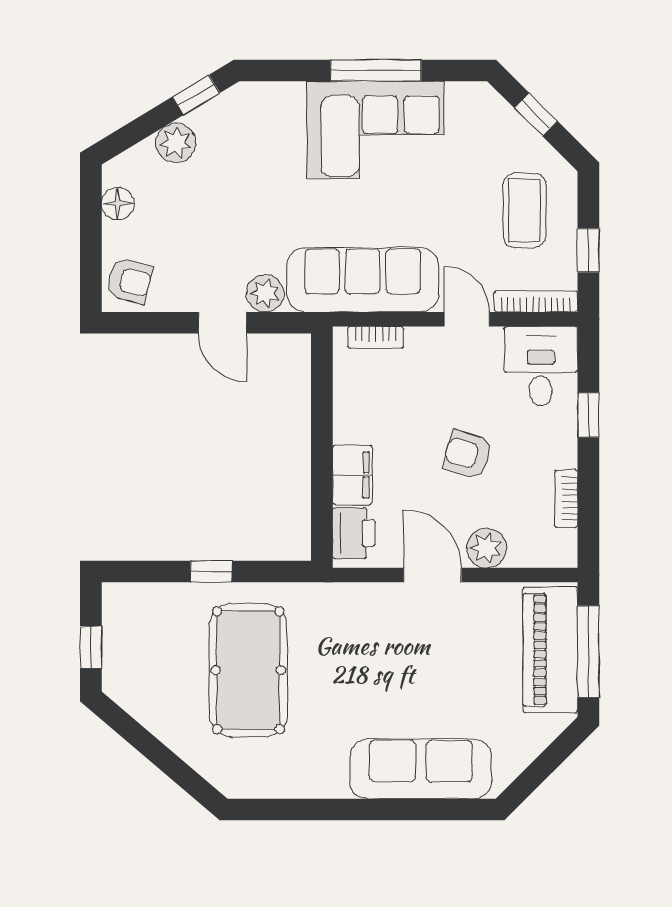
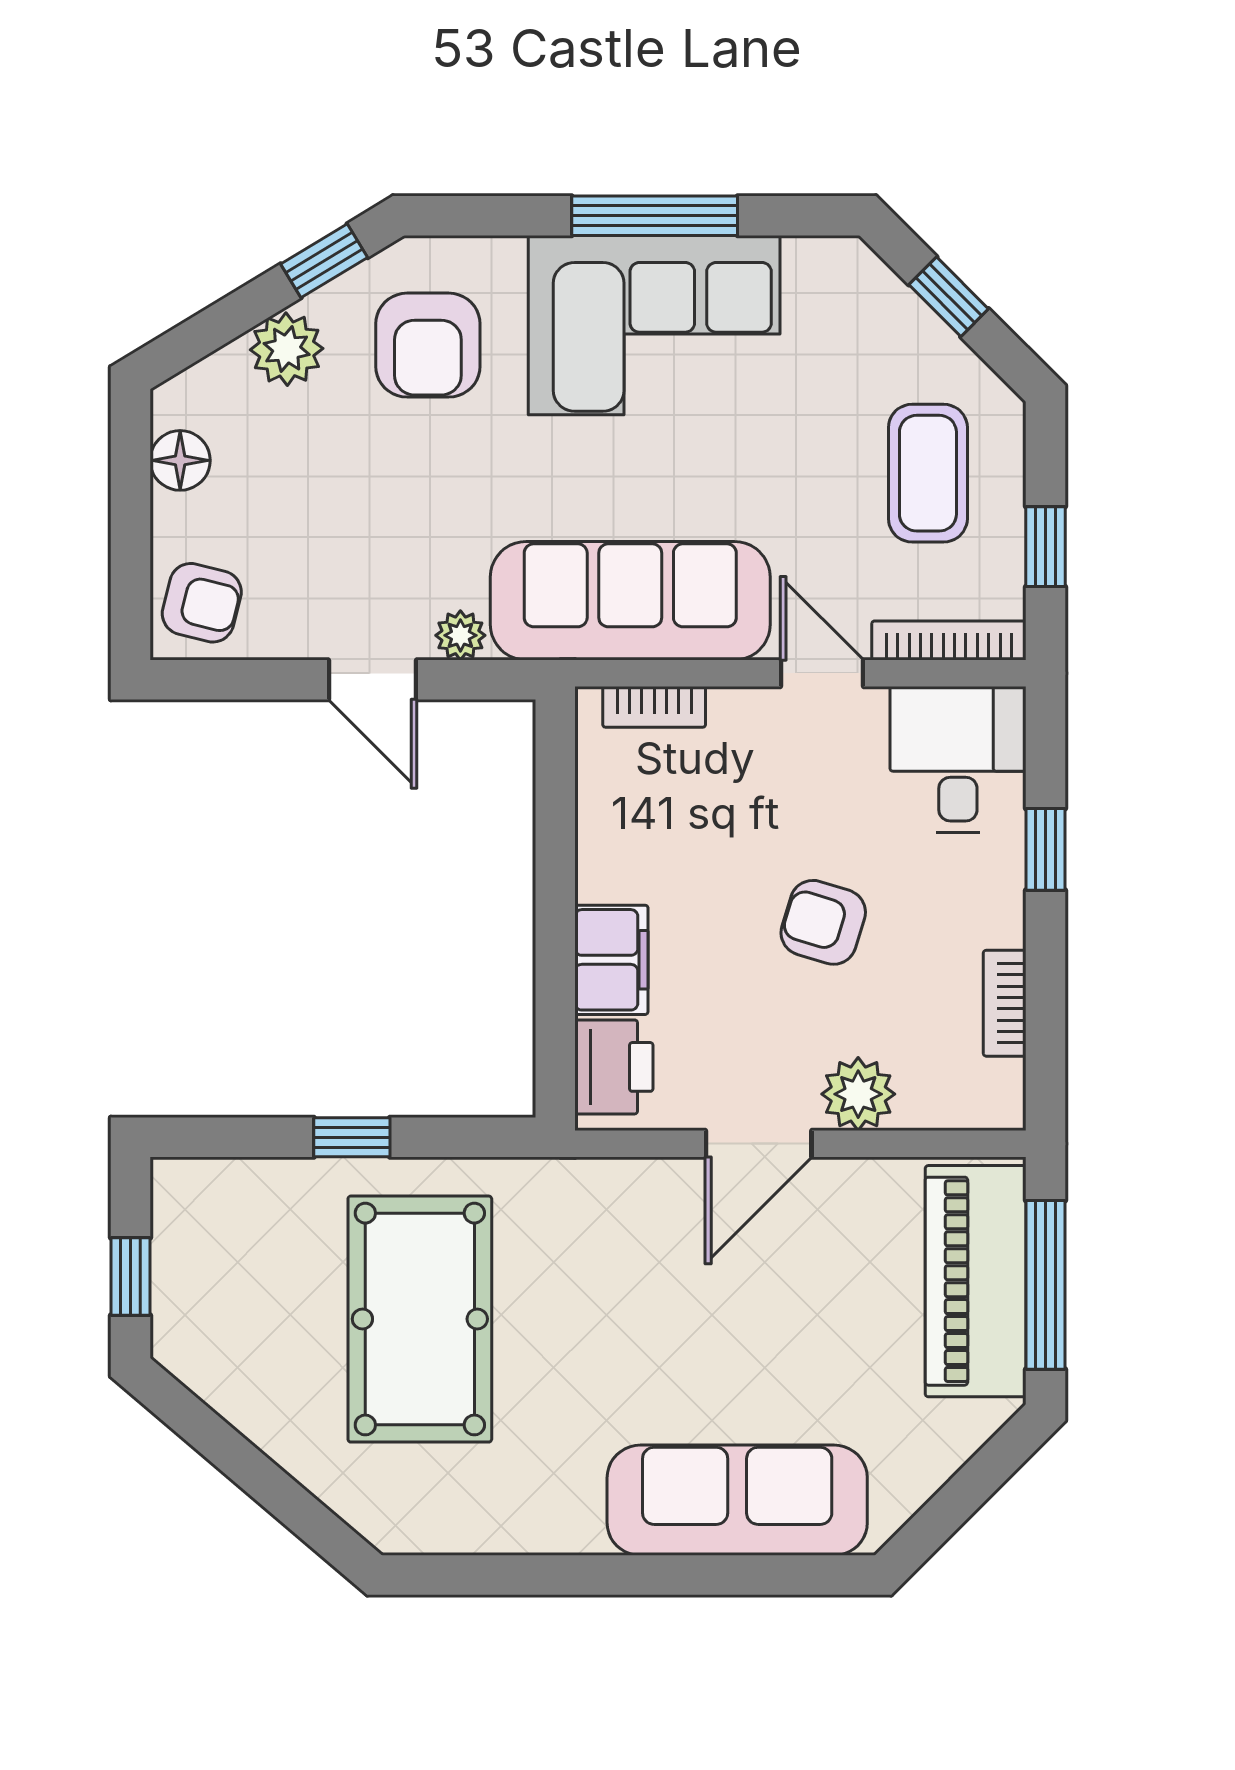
armchair: (253, 141) -> (428, 345), added
plant: (265, 294) -> (460, 635), width x0.73, depth x0.73
door: (432, 575) -> (759, 1144), swing flipped

